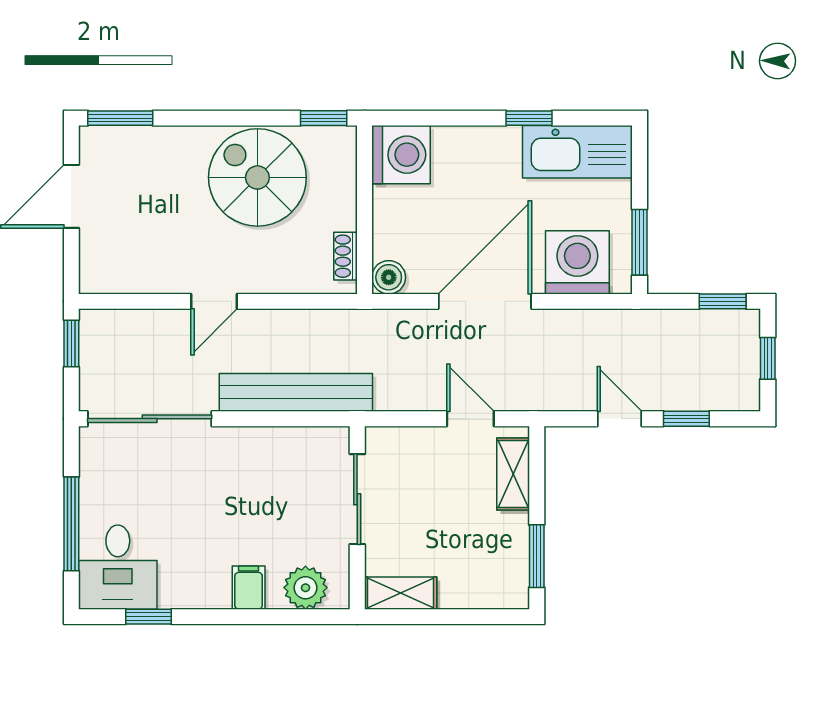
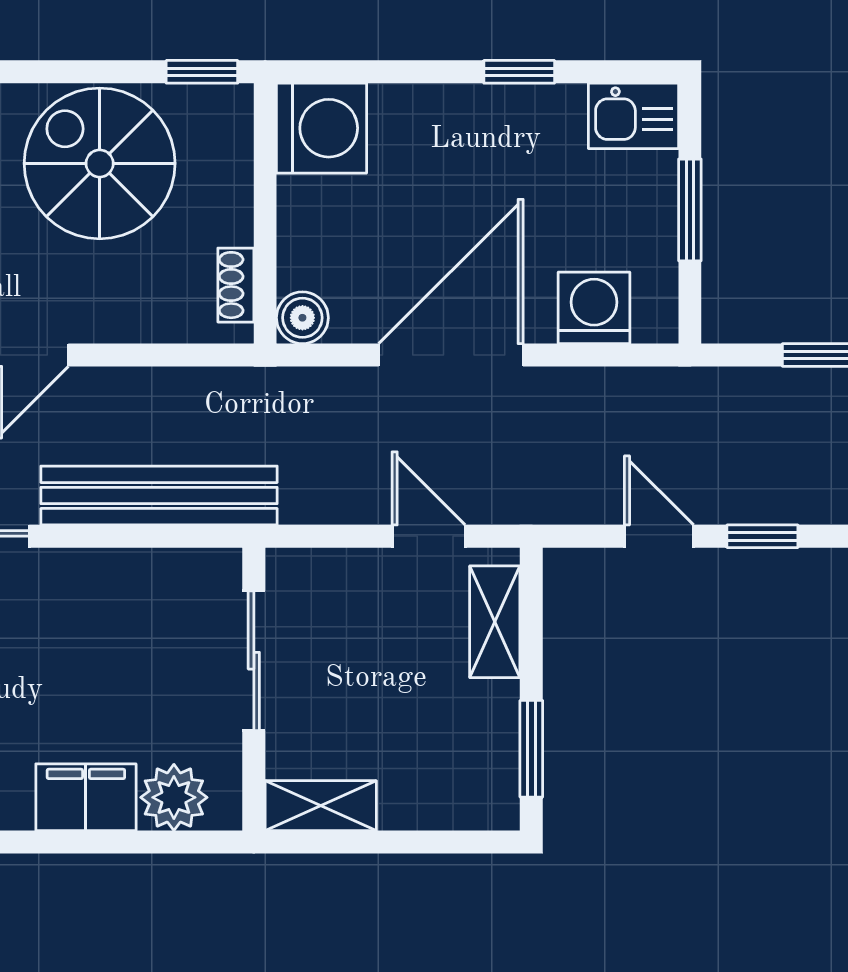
kitchen sink: (577, 152) -> (633, 116), width x0.53, depth x0.81
window: (639, 242) -> (690, 210), moved
washing machine: (577, 262) -> (594, 308), width x0.73, depth x0.73
filing cabinet: (249, 588) -> (86, 797), width x2.00

